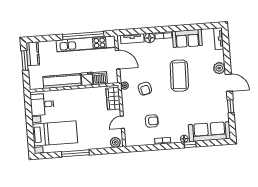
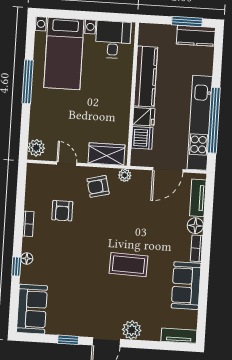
coffee table: (179, 76) -> (129, 265), width x0.73, depth x0.76
armchair: (145, 89) -> (98, 186), moved
sofa: (209, 132) -> (32, 309), width x0.73

